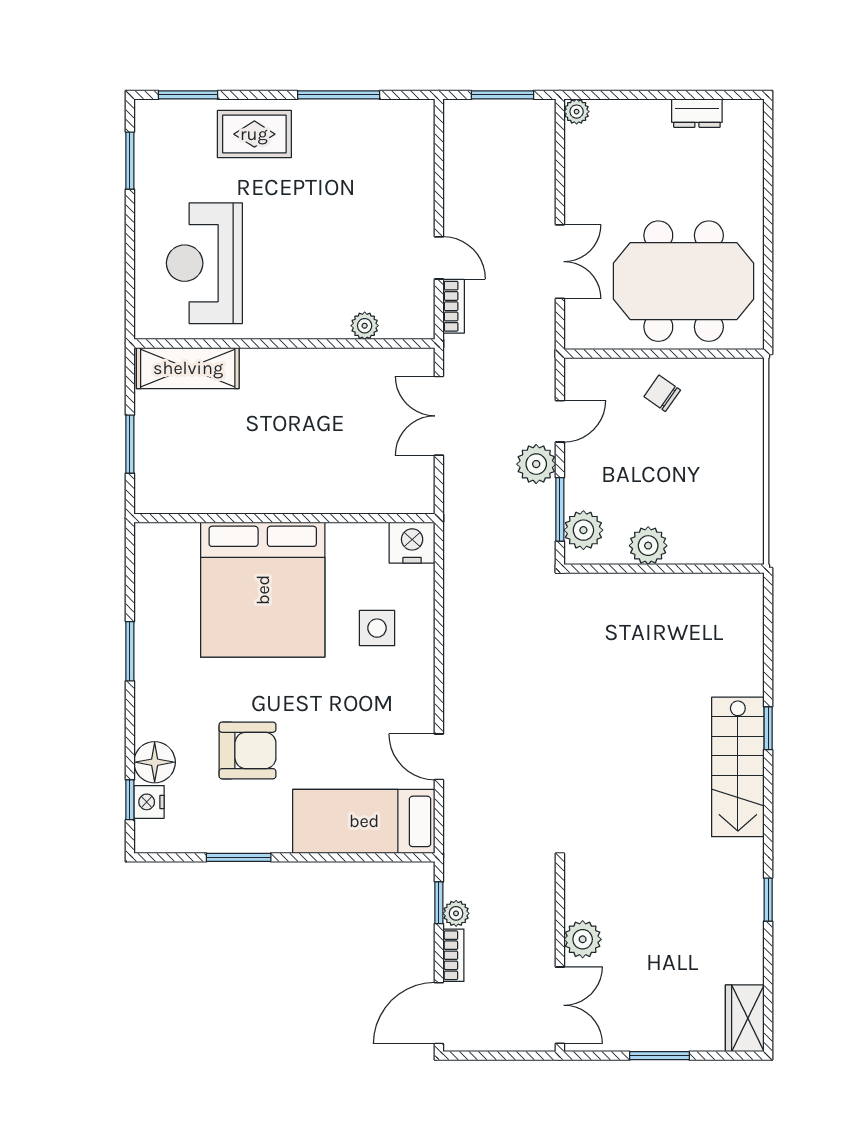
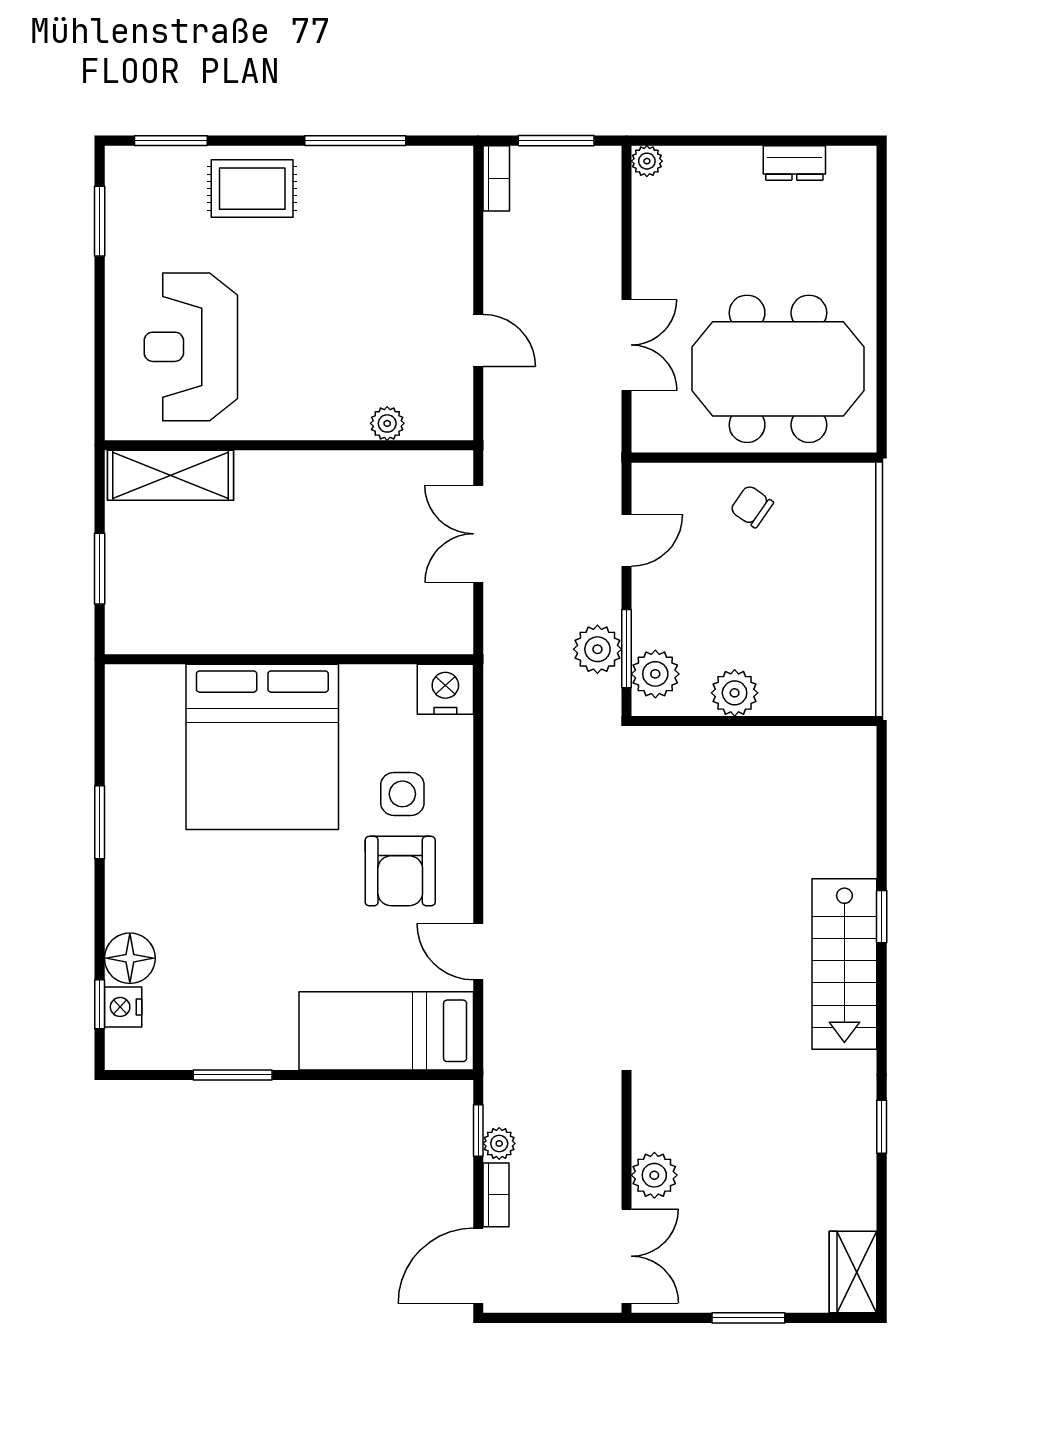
bookcase: (454, 306) -> (496, 178), moved
plant: (536, 464) -> (597, 649), moved
armchair: (247, 750) -> (400, 871), moved, turned 90

